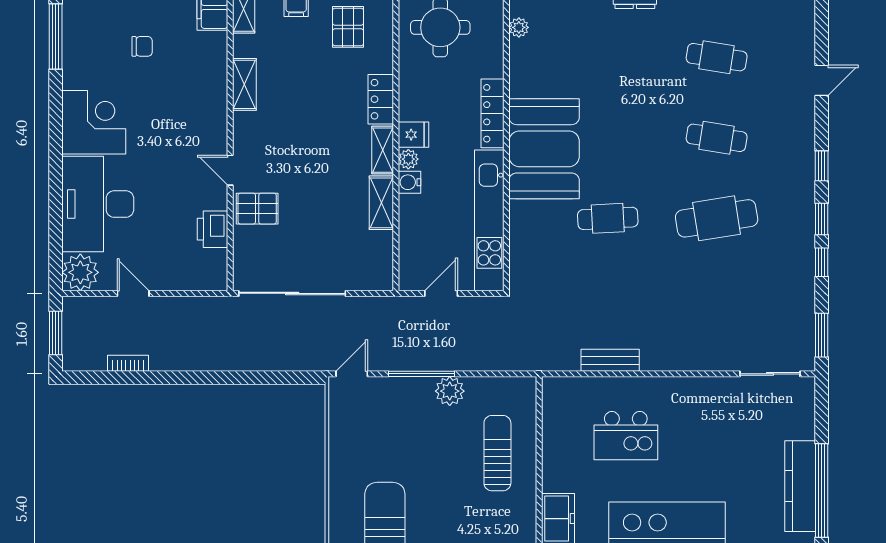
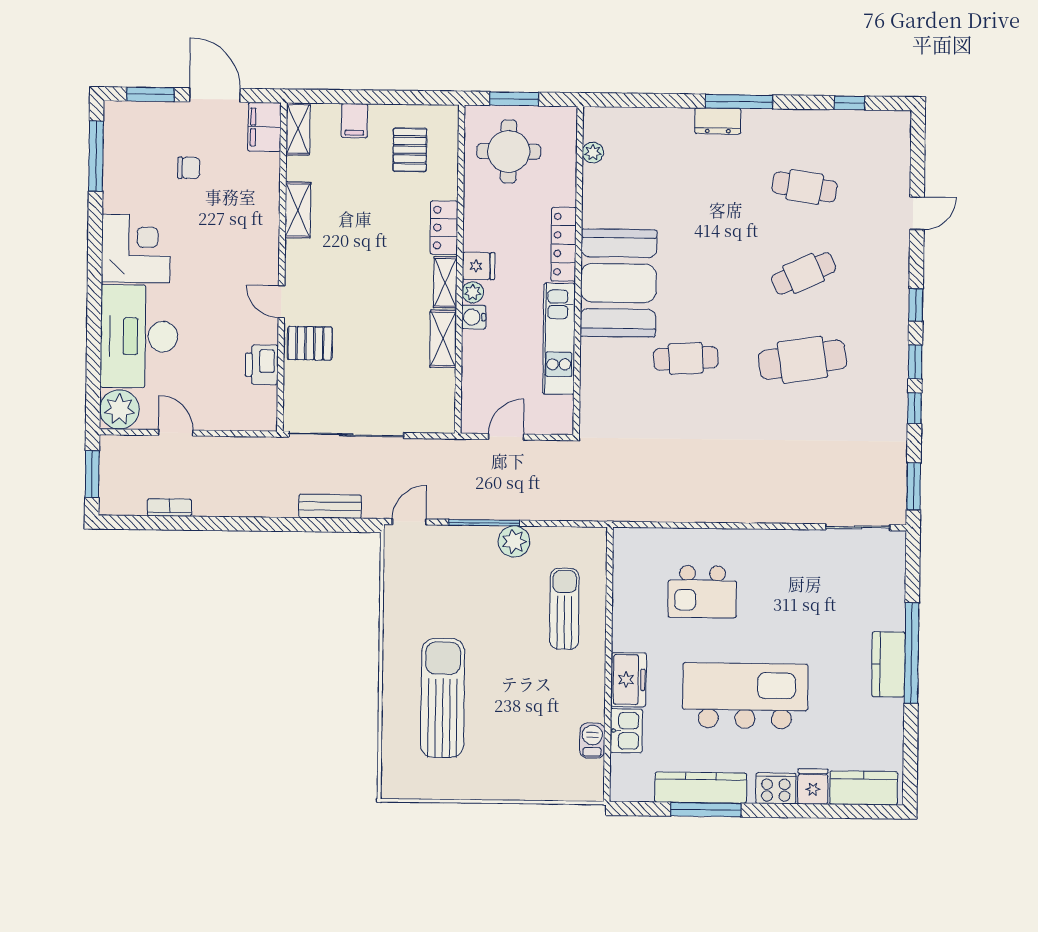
cafe table: (717, 138) -> (804, 273), turned -33
kitchen unit: (489, 220) -> (559, 339), width x0.73
bench: (610, 360) -> (330, 506), moved
kitchen counter: (800, 486) -> (888, 664), width x0.67

